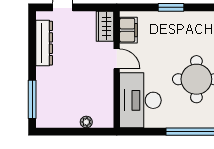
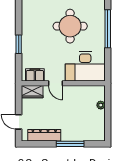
door: (117, 59) -> (56, 83), swing flipped
window: (32, 99) -> (70, 144), moved

